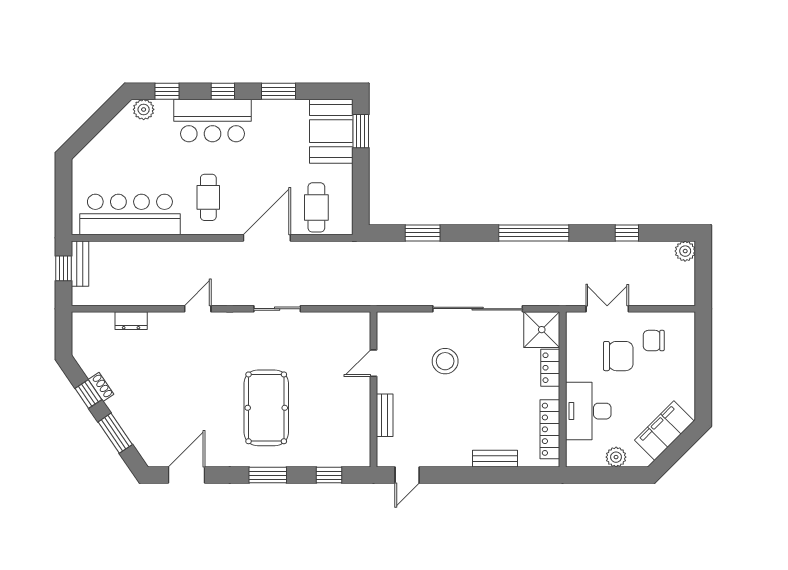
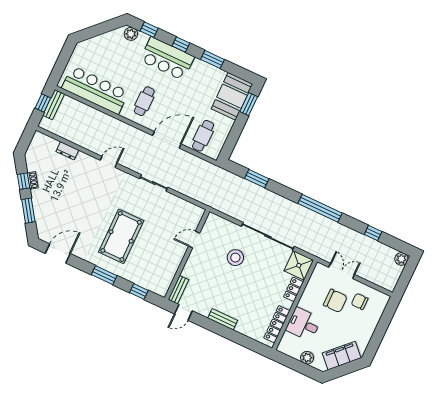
desk: (588, 411) -> (304, 324), width x0.73
bench: (385, 415) -> (178, 290), moved
bench: (495, 459) -> (223, 319), moved

